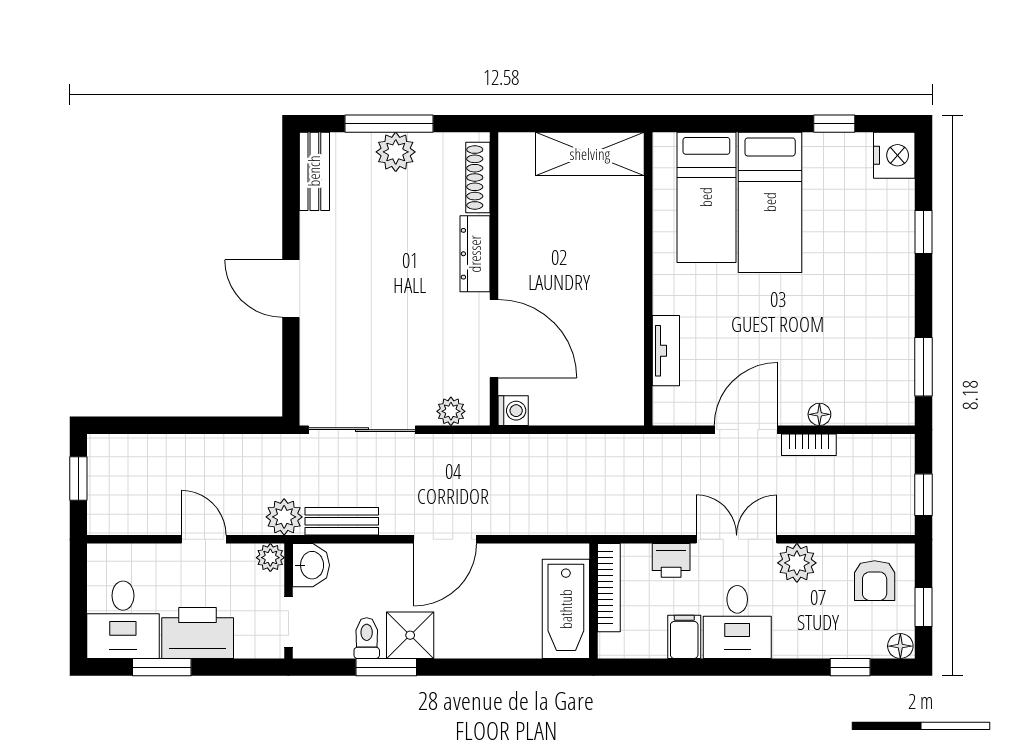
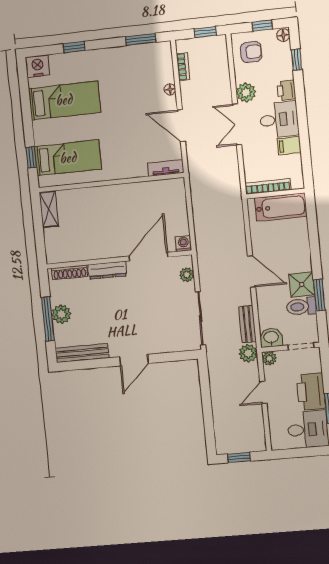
window: (834, 124) -> (31, 157), moved
shelving: (590, 154) -> (49, 209), width x0.67, depth x0.75
bench: (314, 171) -> (82, 353), width x1.36
bed: (770, 202) -> (64, 100), moved
tv unit: (666, 351) -> (166, 168), moved
bookcase: (809, 445) -> (183, 67), moved
printer: (671, 560) -> (286, 90), moved, turned 180
toilet: (367, 638) -> (301, 307), width x1.37, depth x1.39

